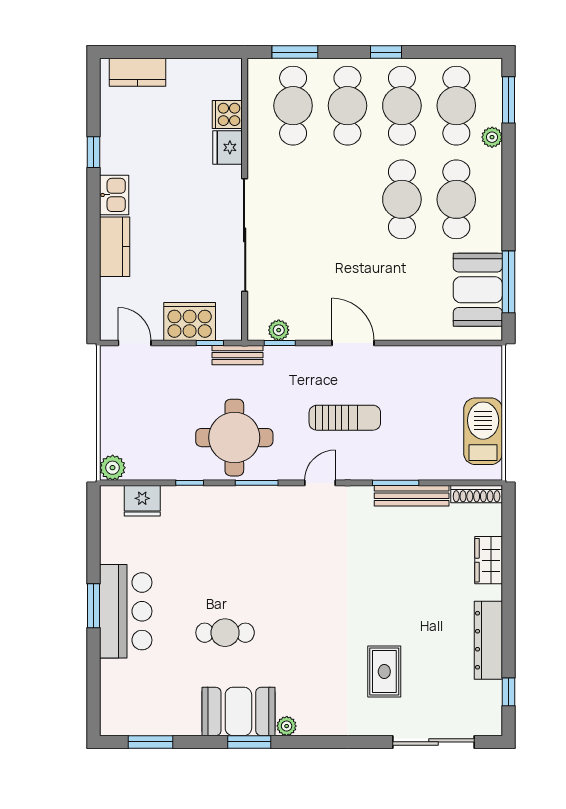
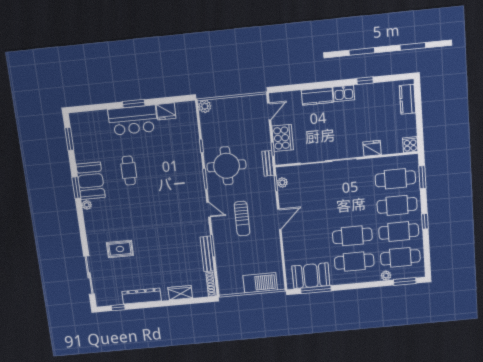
cooker: (227, 114) -> (410, 145), moved
barbecue: (483, 431) -> (260, 283), moved
fridge: (142, 501) -> (166, 111), moved, turned -90

